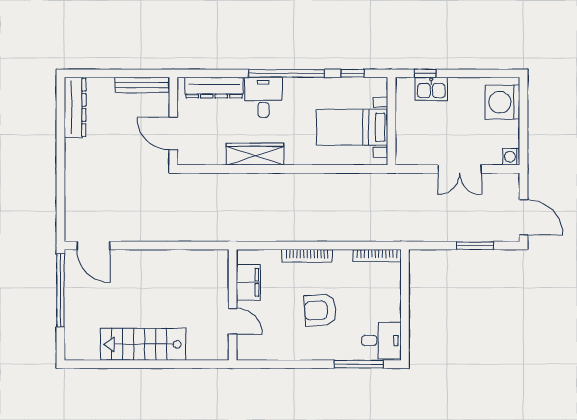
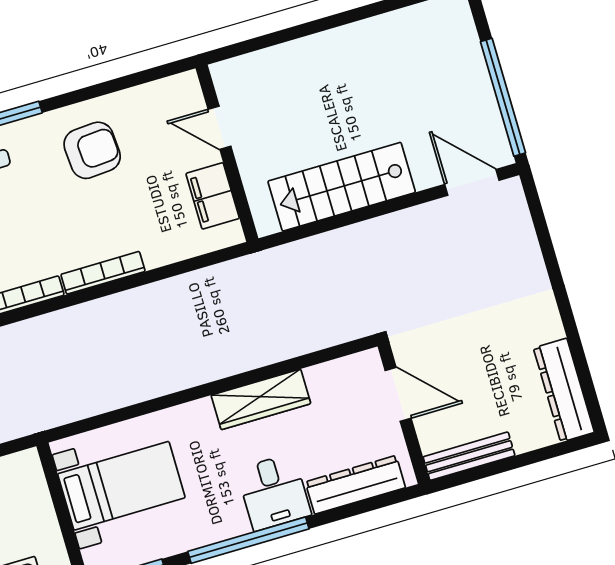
bookcase: (307, 256) -> (103, 273), moved
armchair: (320, 310) -> (92, 150), moved
stairs: (143, 344) -> (342, 187), moved, turned 180

